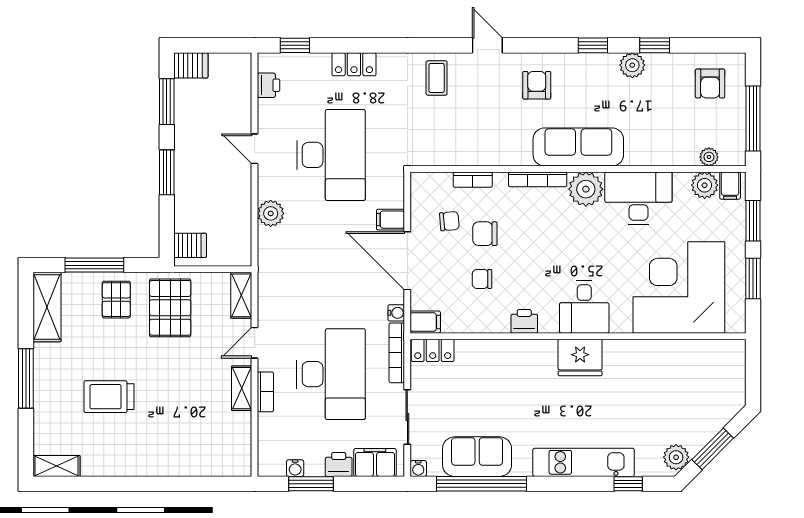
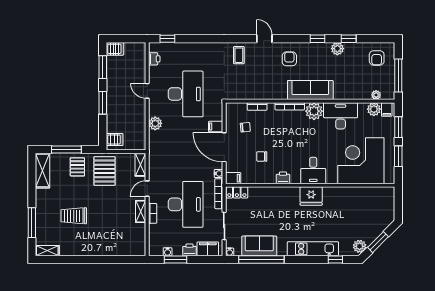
locker: (354, 64) -> (197, 48), removed
chair: (485, 234) -> (263, 134), removed
window: (26, 378) -> (32, 223), moved

